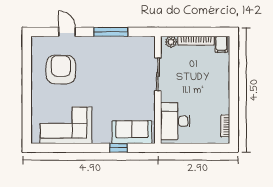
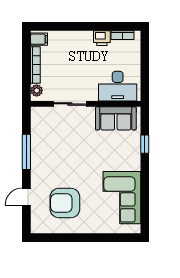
printer: (222, 106) -> (102, 38), added
sofa: (132, 132) -> (116, 118), moved, turned -90

